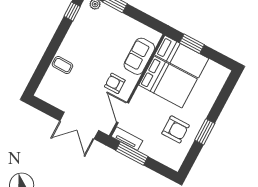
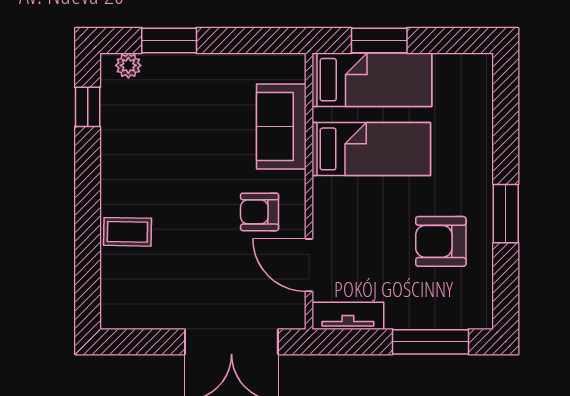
bed: (168, 82) -> (371, 149), width x0.67
armchair: (176, 129) -> (441, 241), turned 180
window: (132, 153) -> (431, 342), moved

